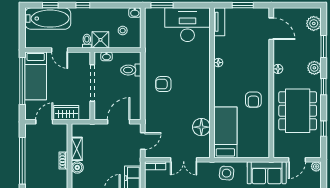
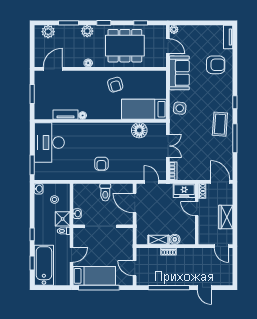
tv unit: (219, 22) -> (65, 115), moved
toilet: (131, 70) -> (105, 192), moved
armchair: (253, 100) -> (115, 85), turned 74
wardrobe: (66, 113) -> (127, 249), removed

